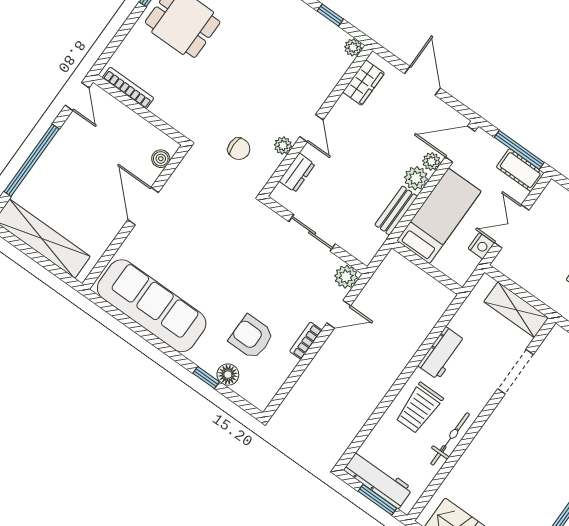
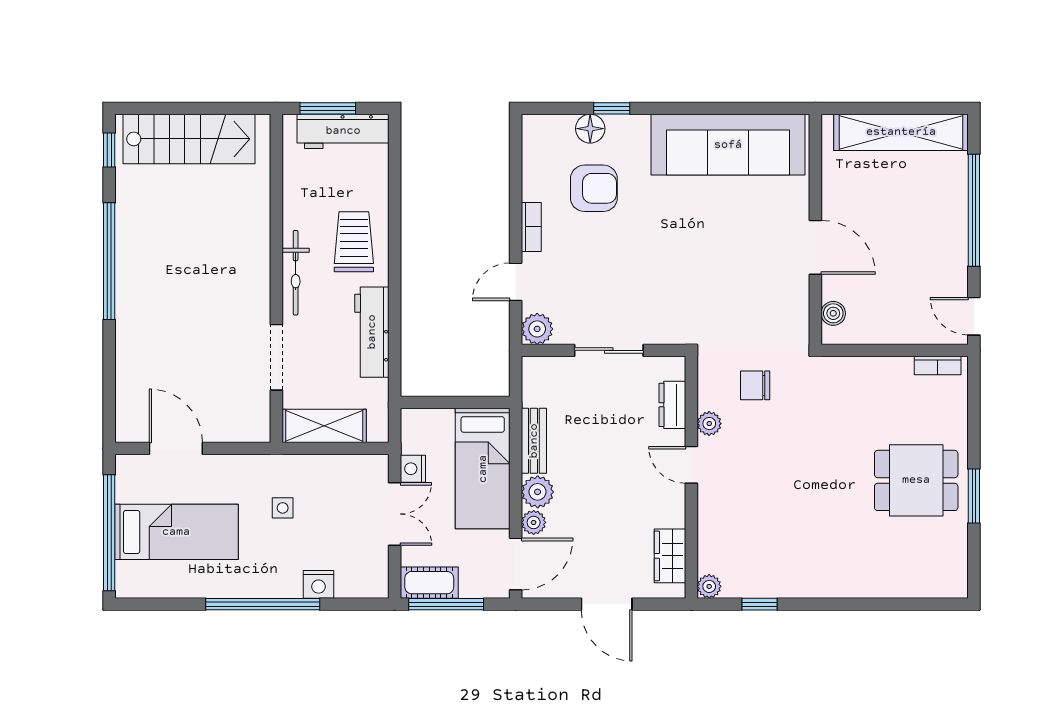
bookcase: (128, 88) -> (938, 366), width x0.64
workbench: (442, 353) -> (372, 332), width x1.38
bicycle: (450, 439) -> (296, 273), moved

